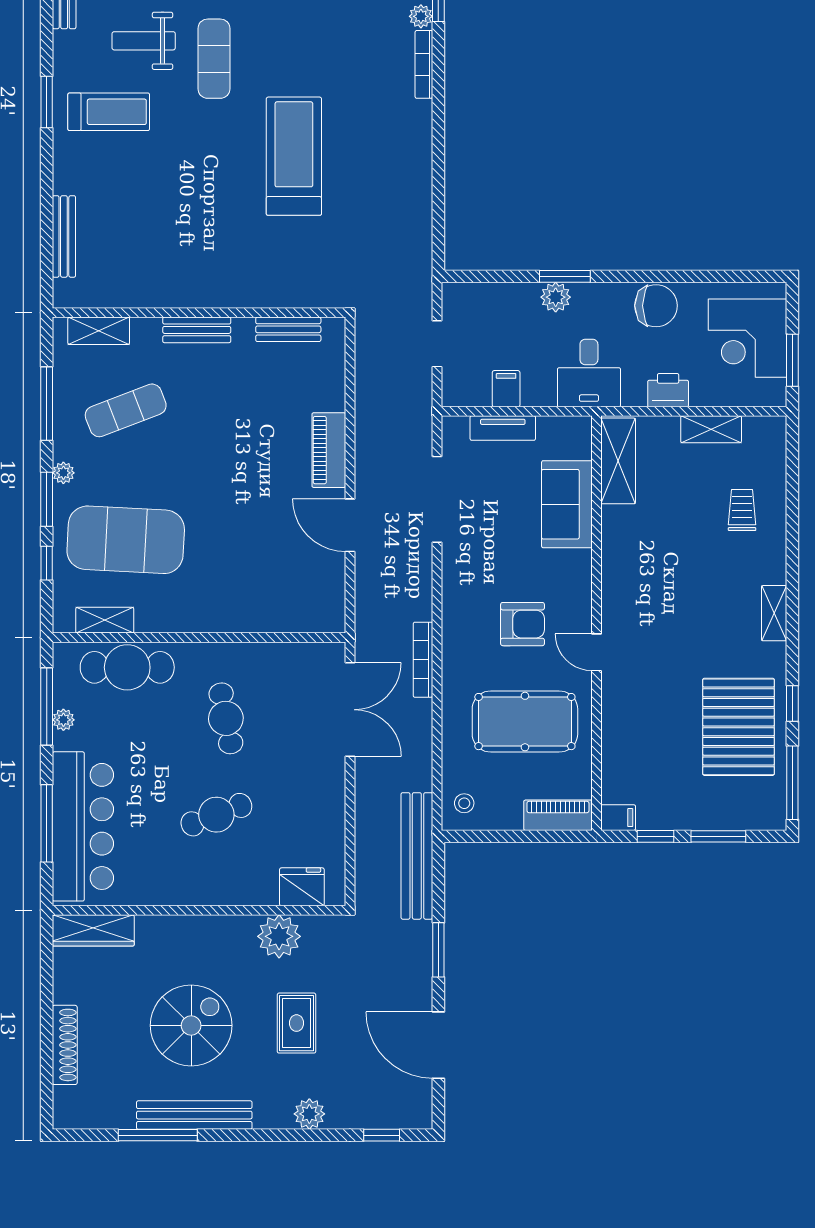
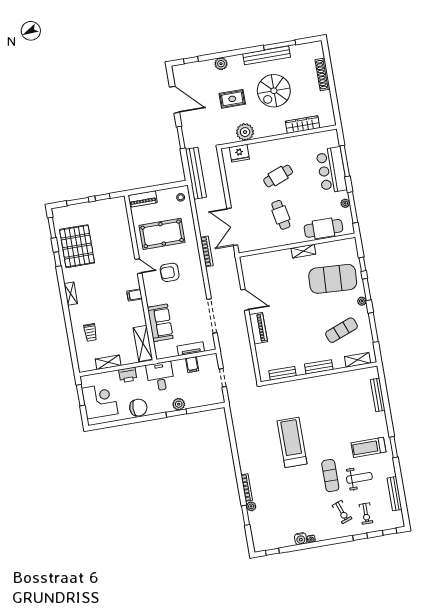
treadmill: (294, 156) -> (292, 442), turned 180
chair: (656, 306) -> (138, 408), turned 180
shelving: (105, 620) -> (303, 251), moved
window: (792, 783) -> (52, 228), width x0.69
filing cabinet: (618, 818) -> (135, 295), moved
bar counter: (83, 826) -> (332, 170), width x0.73
wardrobe: (93, 930) -> (303, 125), moved
rug: (296, 1023) -> (232, 99), turned 90

